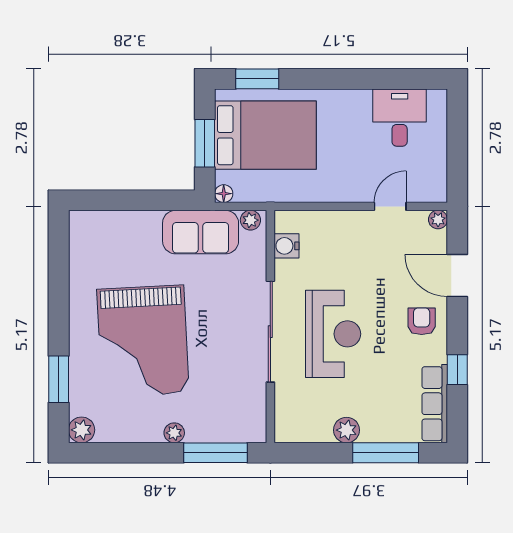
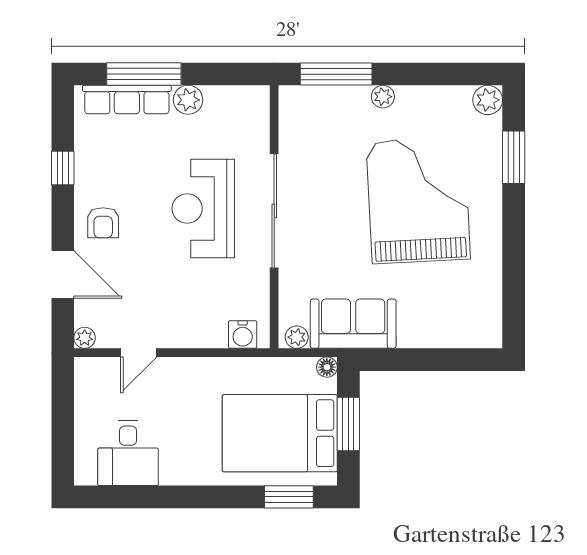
water cooler: (286, 246) -> (243, 334), moved, turned 90
row of seats: (435, 404) -> (127, 100), moved, turned 90

